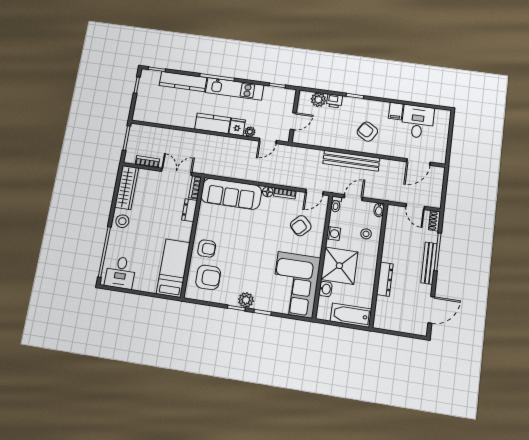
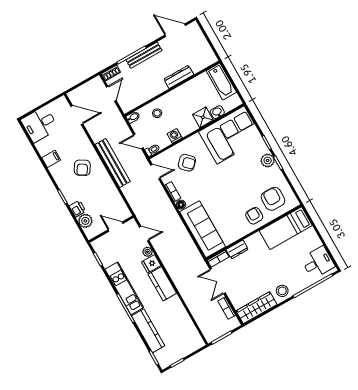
desk: (418, 122) -> (40, 124), moved
shower: (339, 266) -> (203, 117), width x0.54, depth x0.54

